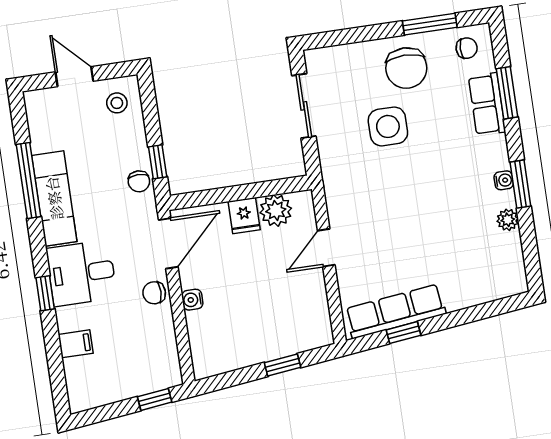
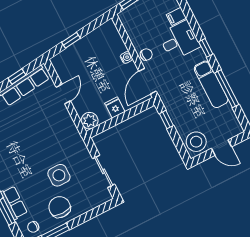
stool: (117, 103) -> (196, 142), width x1.89, depth x1.89
chair: (139, 181) -> (172, 107), removed
plant: (276, 210) -> (90, 121), moved
door: (326, 248) -> (63, 94), moved
desk: (81, 273) -> (179, 40), moved
window: (45, 293) -> (206, 48), moved

